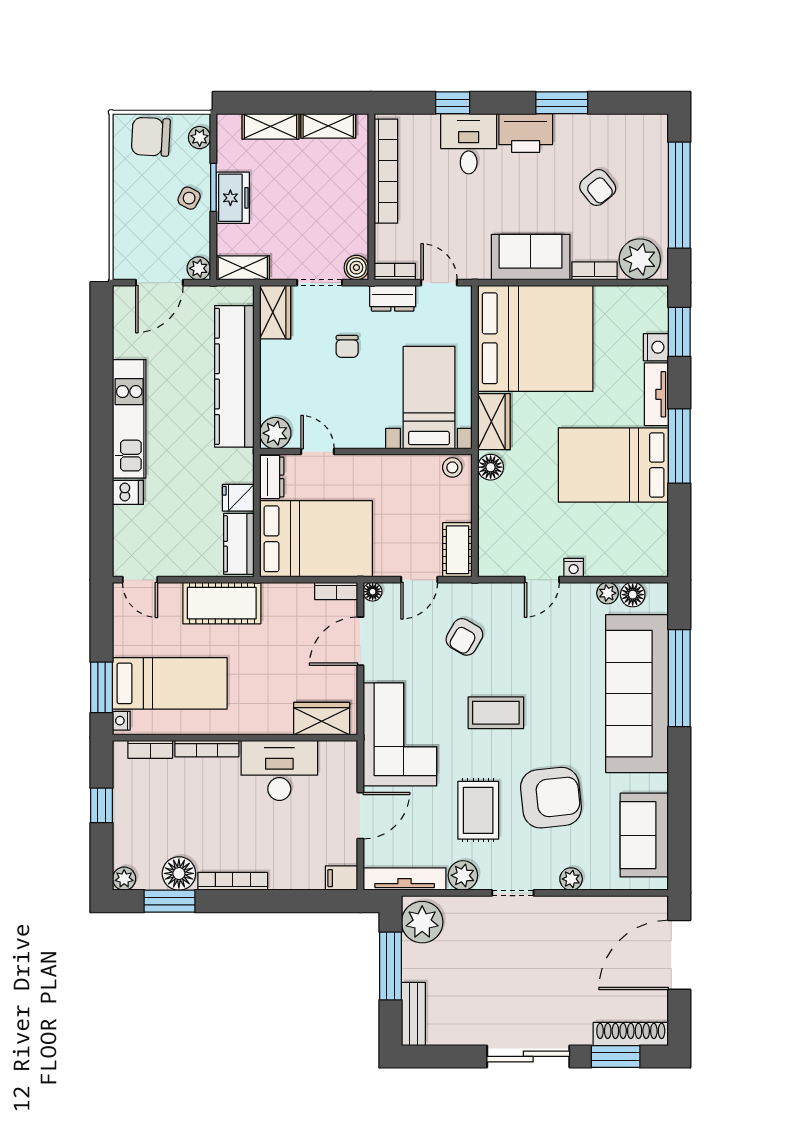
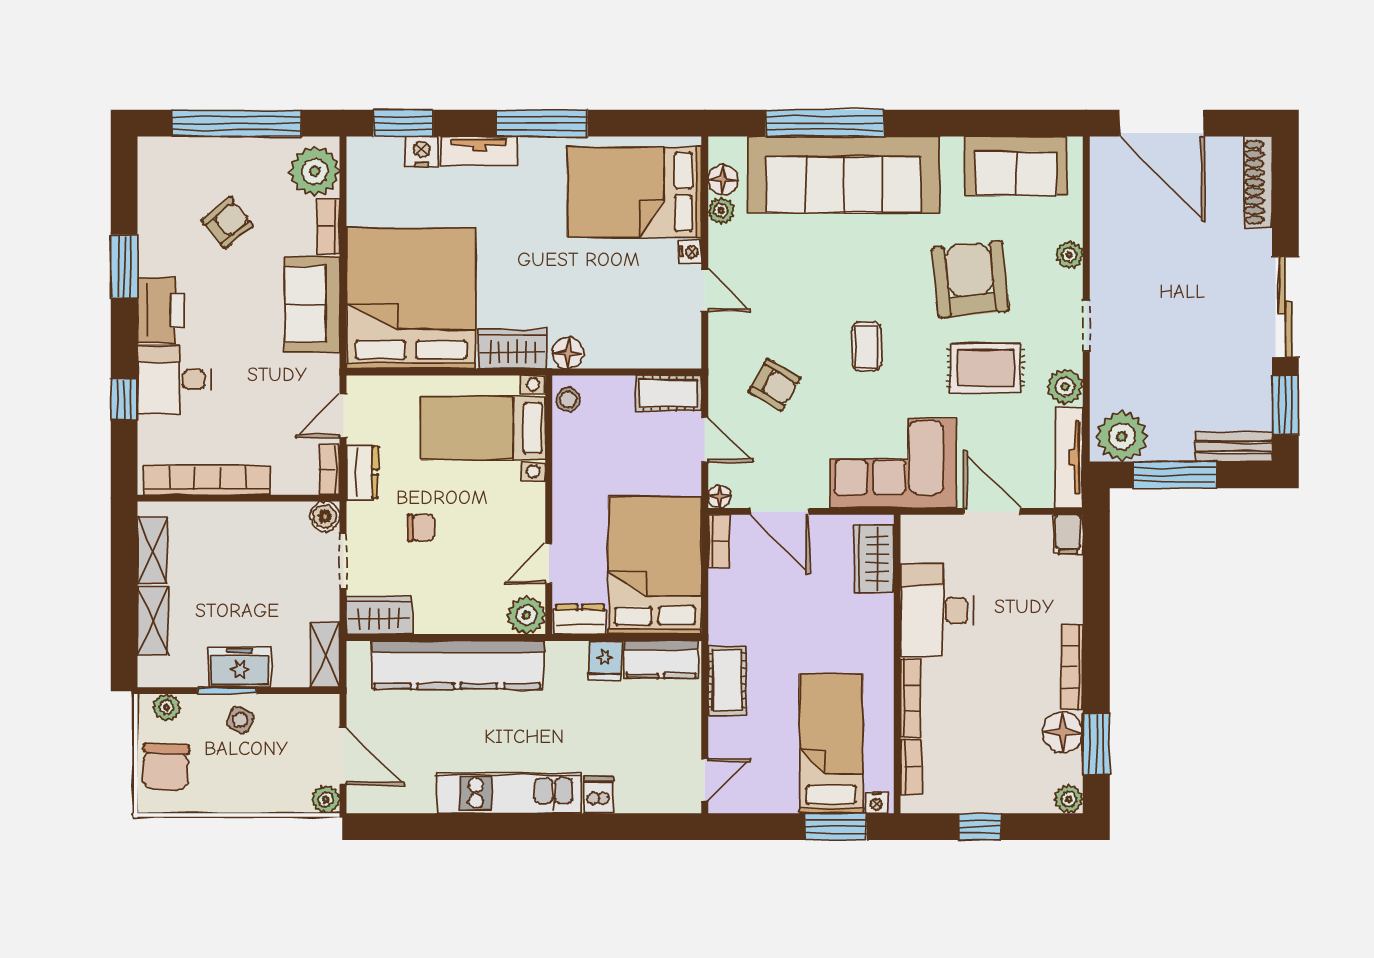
plant: (199, 268) -> (326, 799), moved
bed: (613, 465) -> (634, 192), moved, turned 90
cot: (222, 603) -> (727, 680), width x0.73, depth x0.75
coffee table: (496, 713) -> (867, 347), width x0.73, depth x0.77
window: (616, 1056) -> (1285, 405), moved

